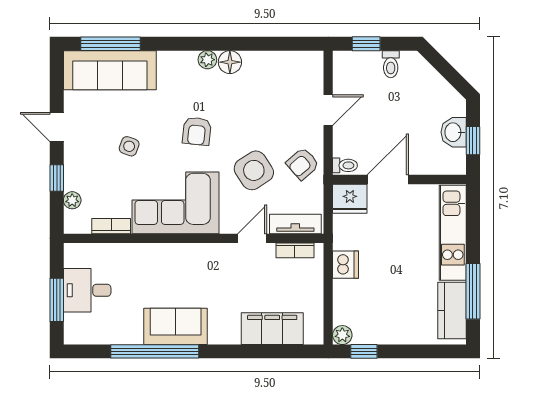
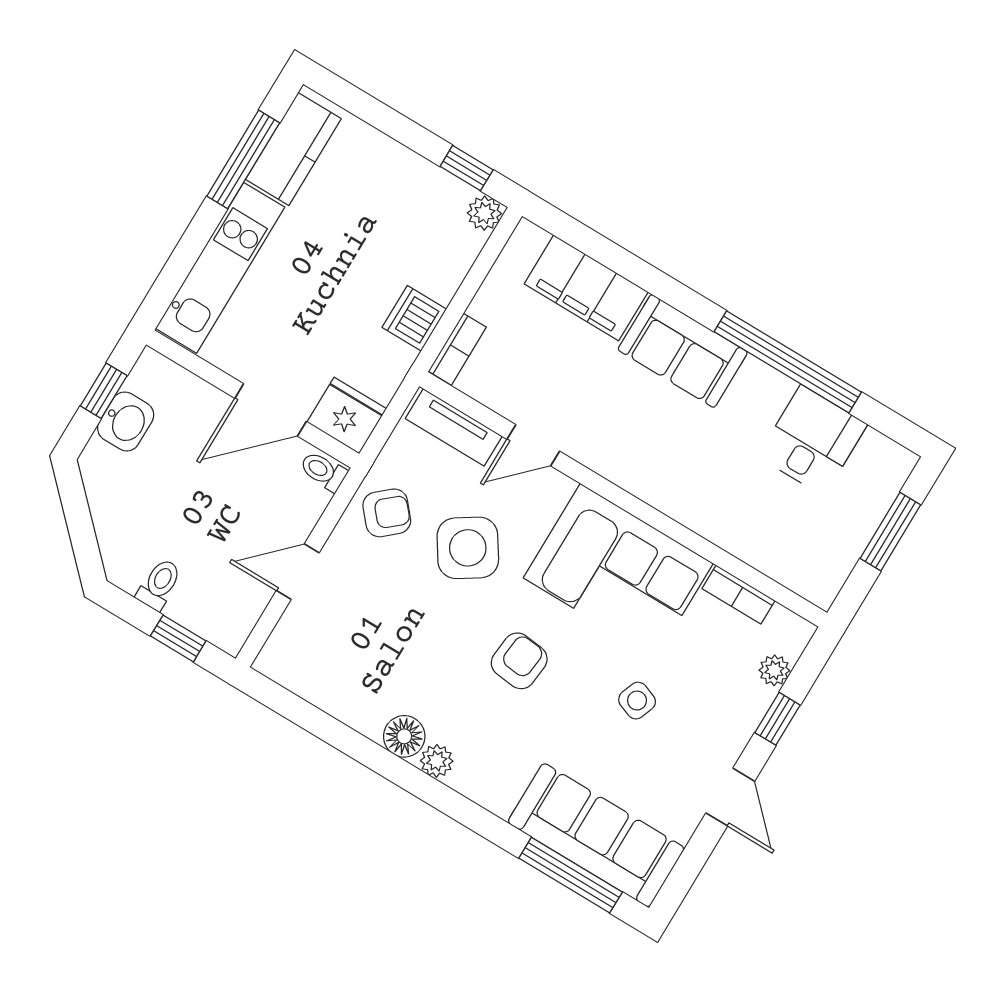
bookcase: (295, 250) -> (457, 349), moved, turned 90
desk: (87, 290) -> (812, 440), moved, turned -90
sofa: (176, 326) -> (683, 351), moved

